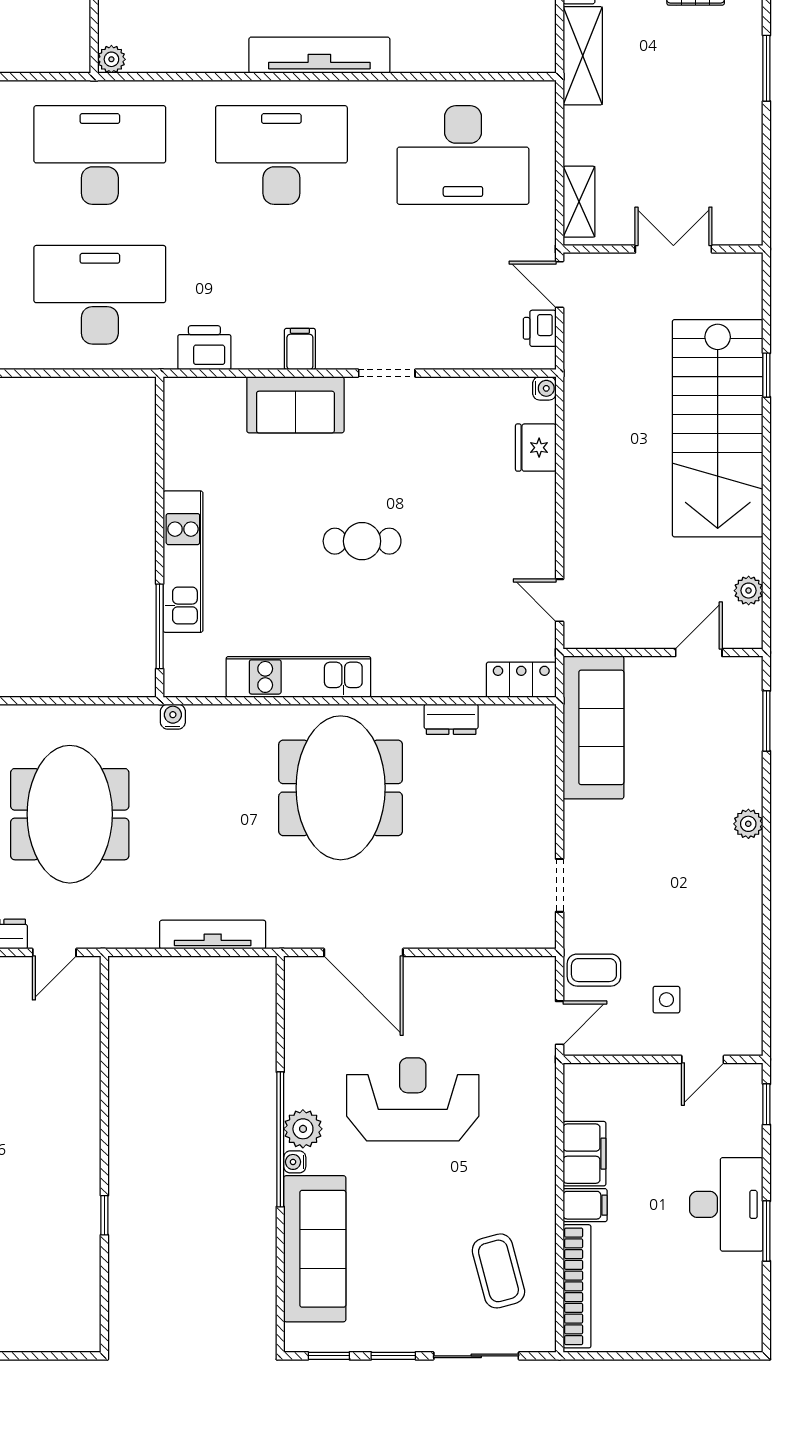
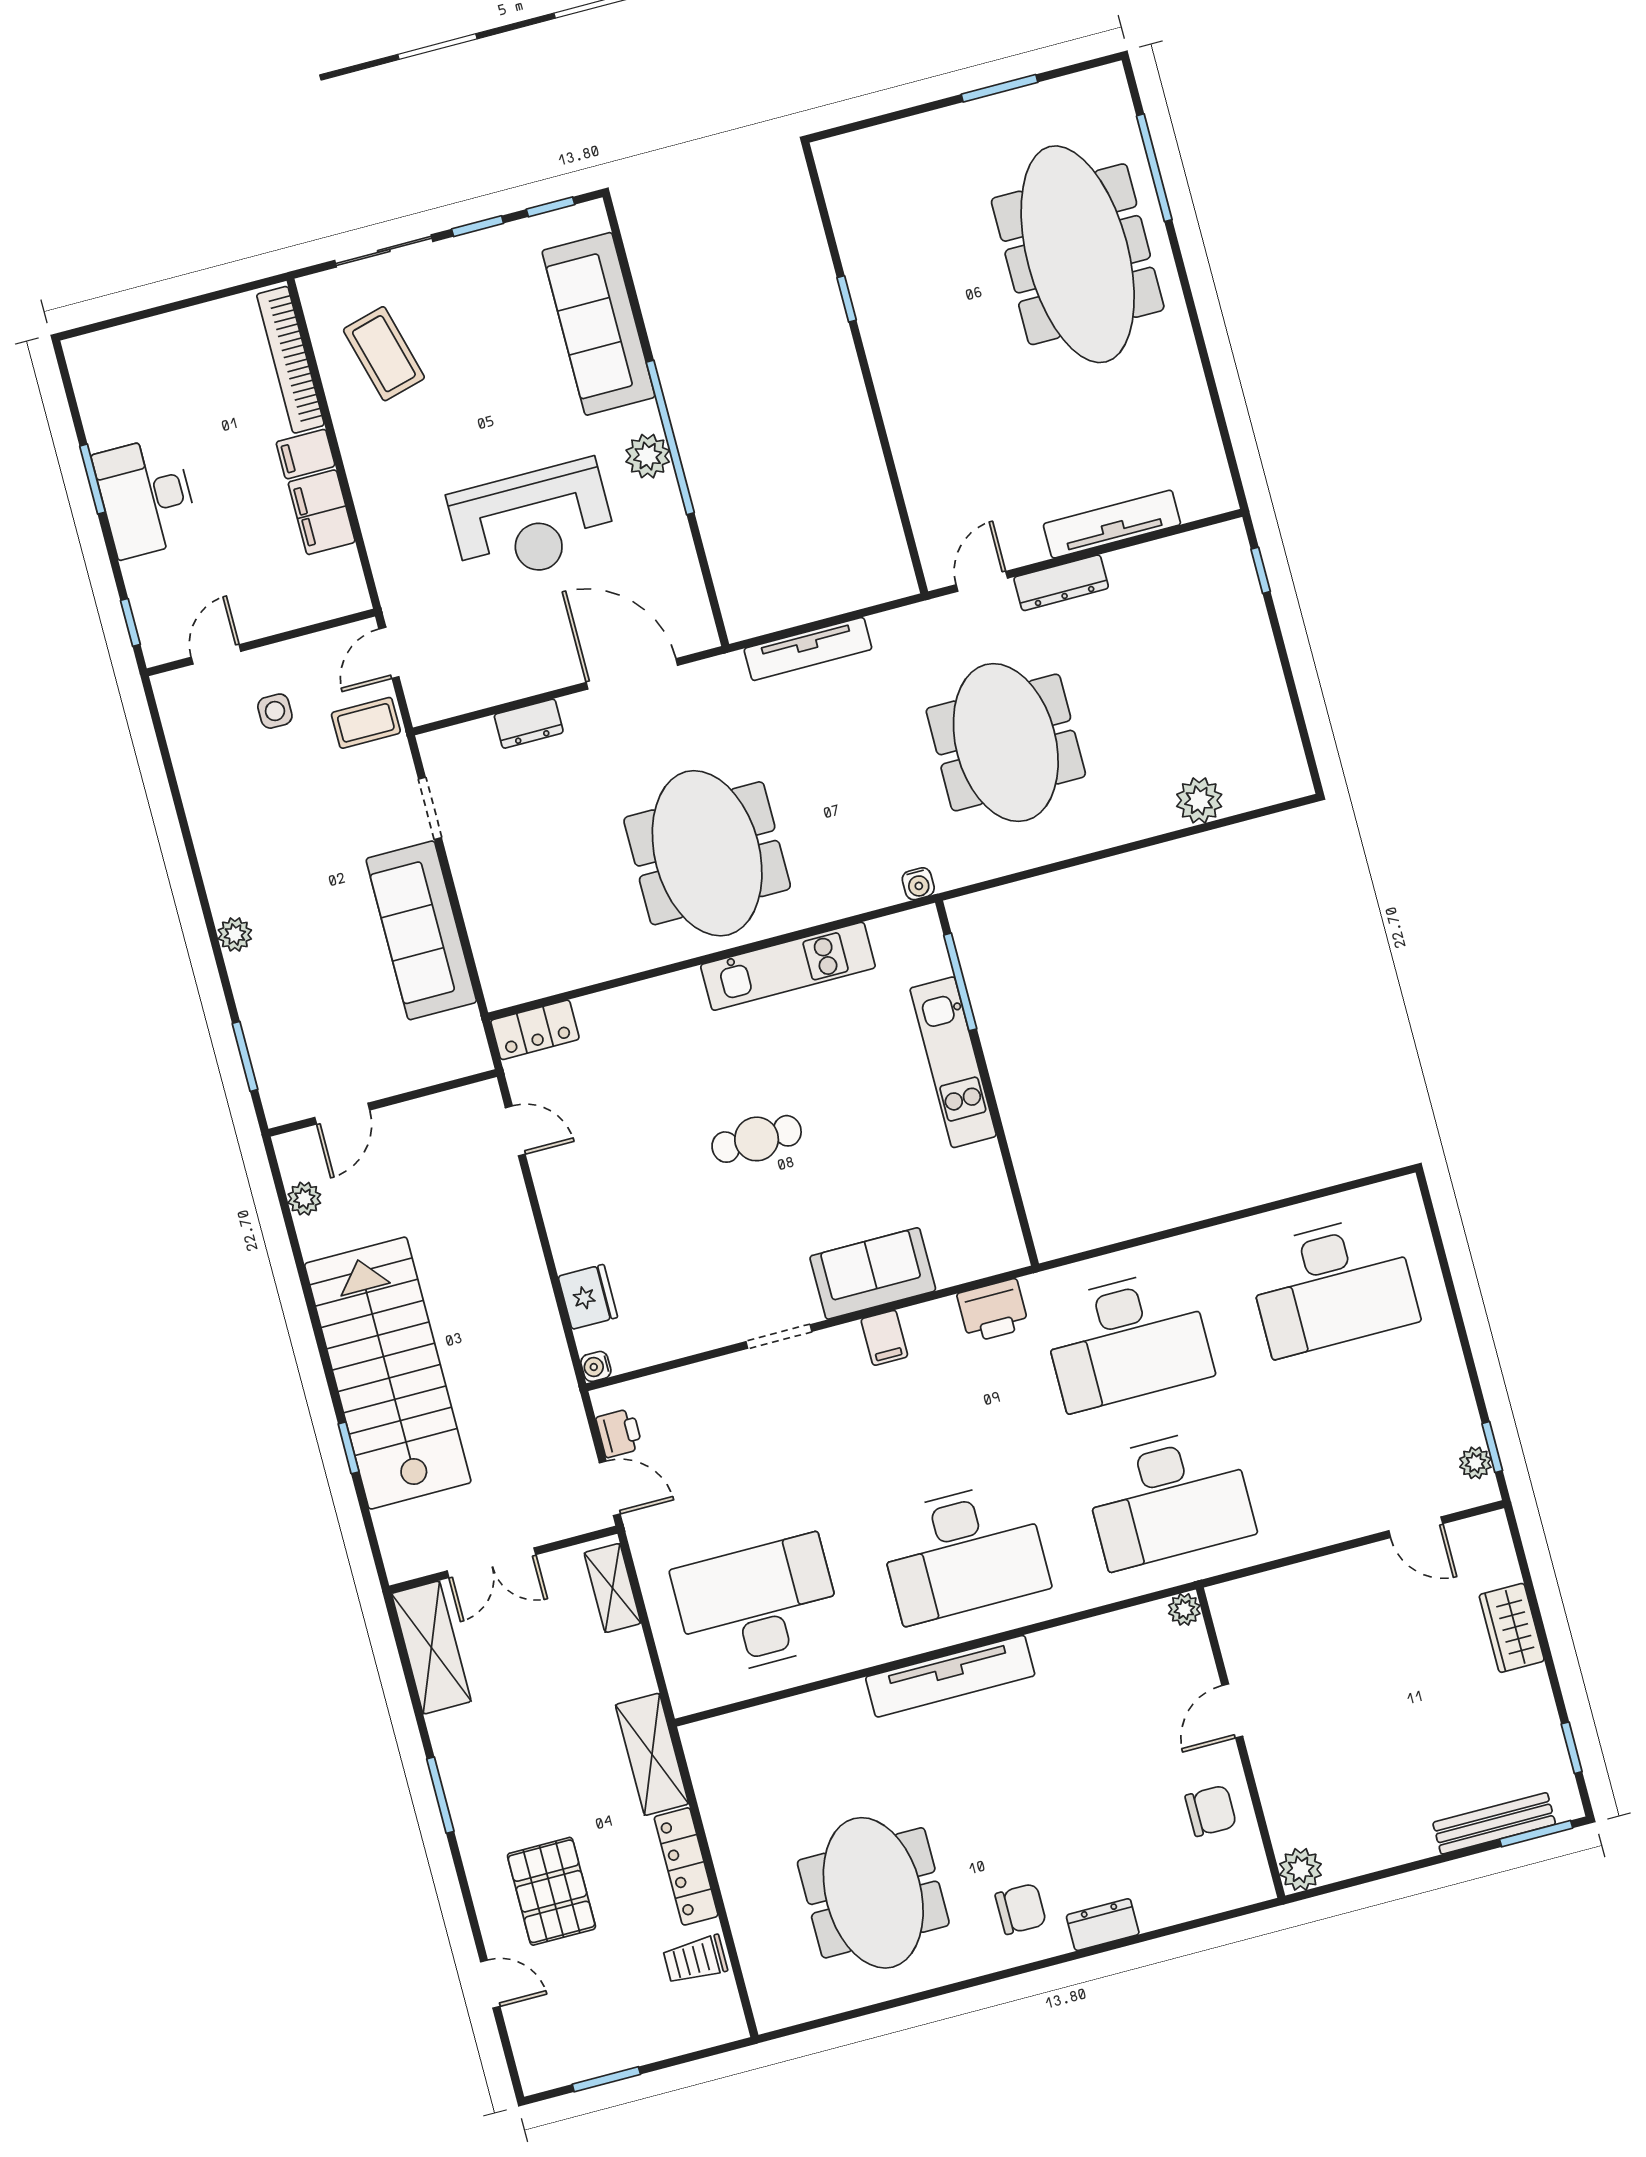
shelving: (742, 192) -> (431, 1647), added
dresser: (451, 719) -> (529, 724), moved, turned 180
sofa: (593, 727) -> (421, 930), moved
water cooler: (295, 1162) -> (647, 416), removed

